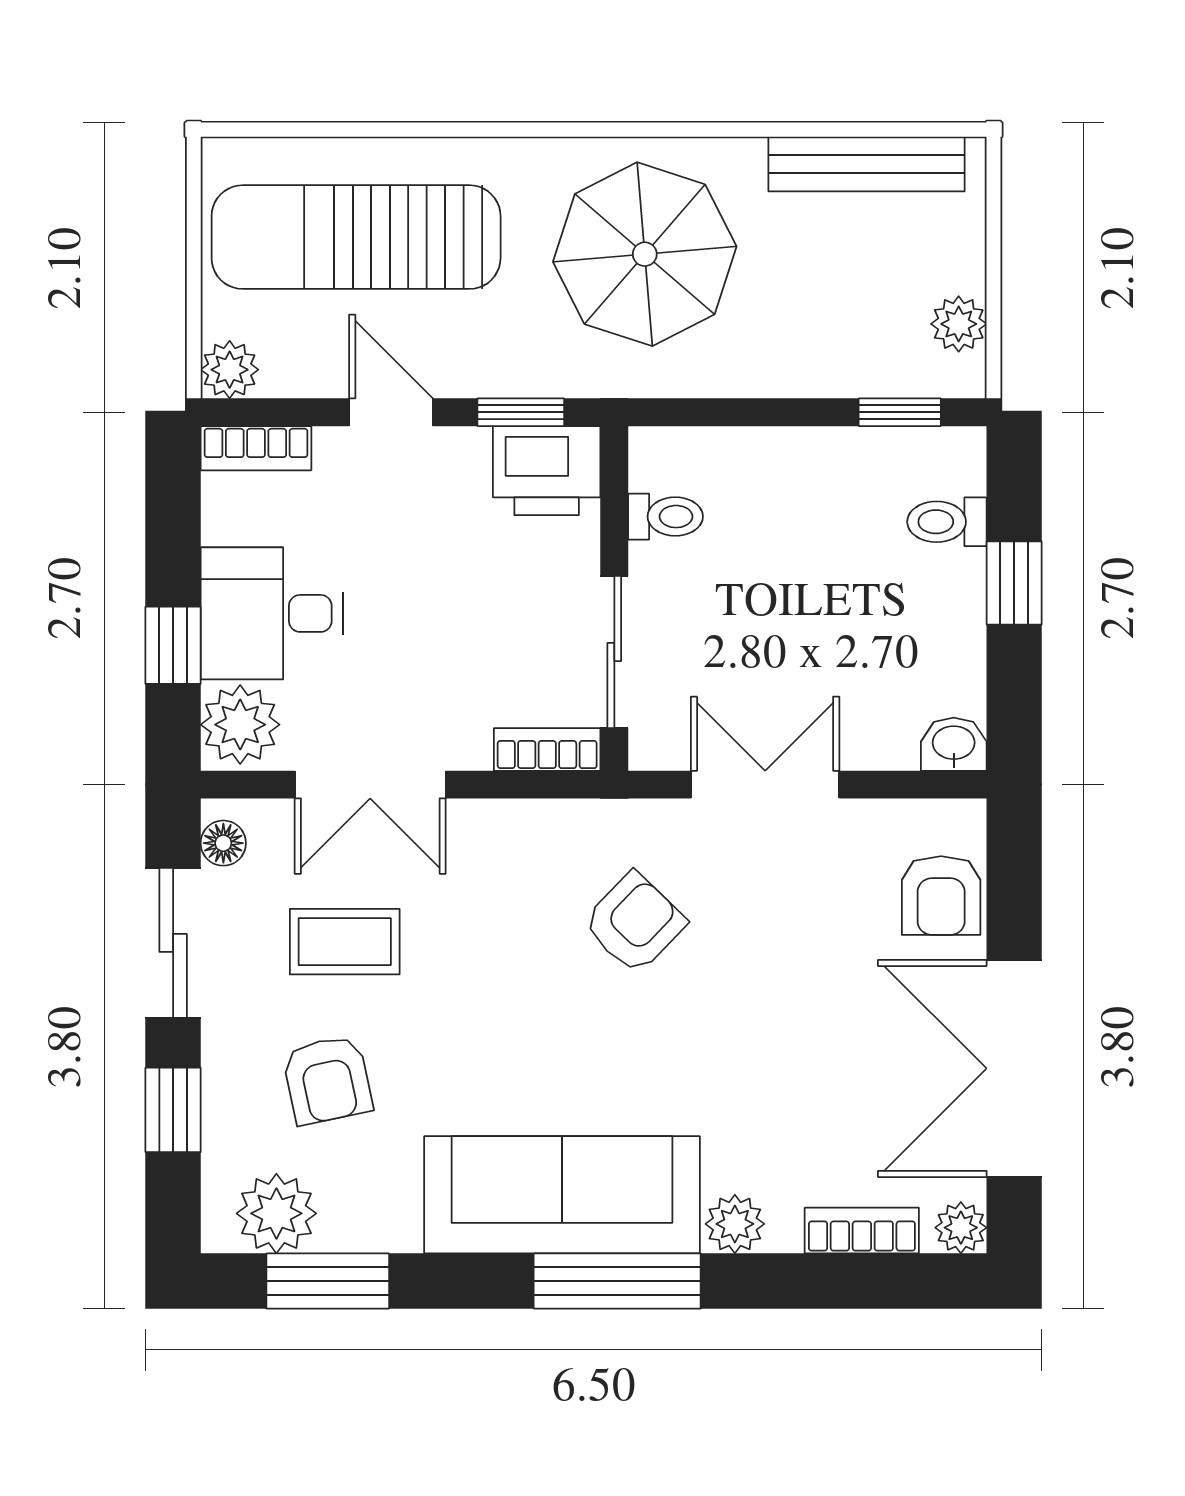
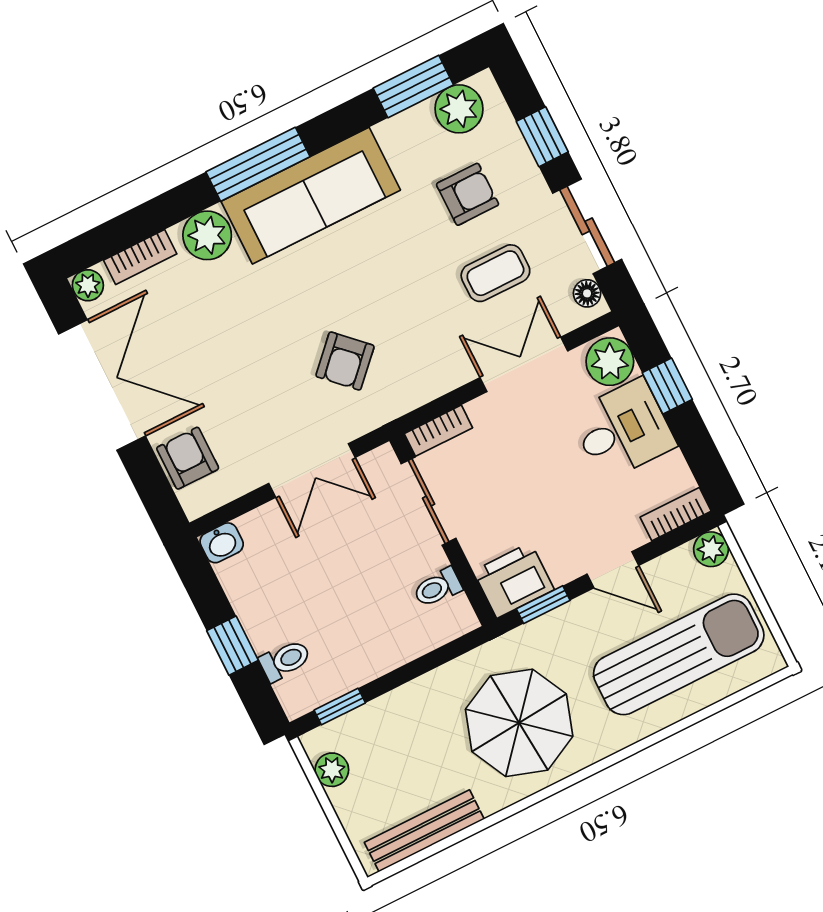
armchair: (327, 1080) -> (468, 194), turned 102
plant: (735, 1224) -> (207, 235), width x1.38, depth x1.38

